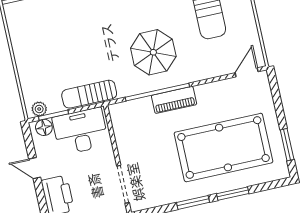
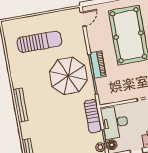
parasol: (153, 52) -> (68, 76), width x1.36, depth x1.36
door: (247, 72) -> (83, 19), swing flipped

